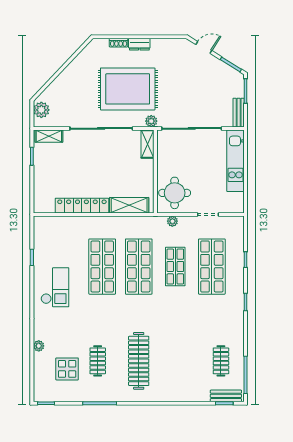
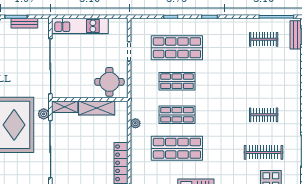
bench: (239, 113) -> (24, 23), moved
plant: (151, 121) -> (44, 114), moved
shelving: (129, 205) -> (97, 108), moved, turned 90
plant: (172, 221) -> (135, 123), moved
shop shelf: (139, 267) -> (177, 115), width x0.70, depth x0.74
clothes rail: (98, 361) -> (264, 152), width x1.36
clothes rail: (139, 361) -> (264, 115), width x0.54, depth x0.76

